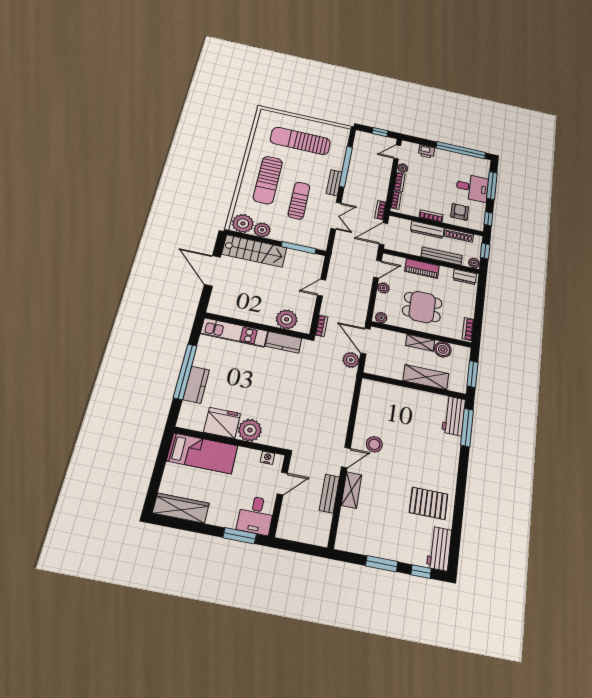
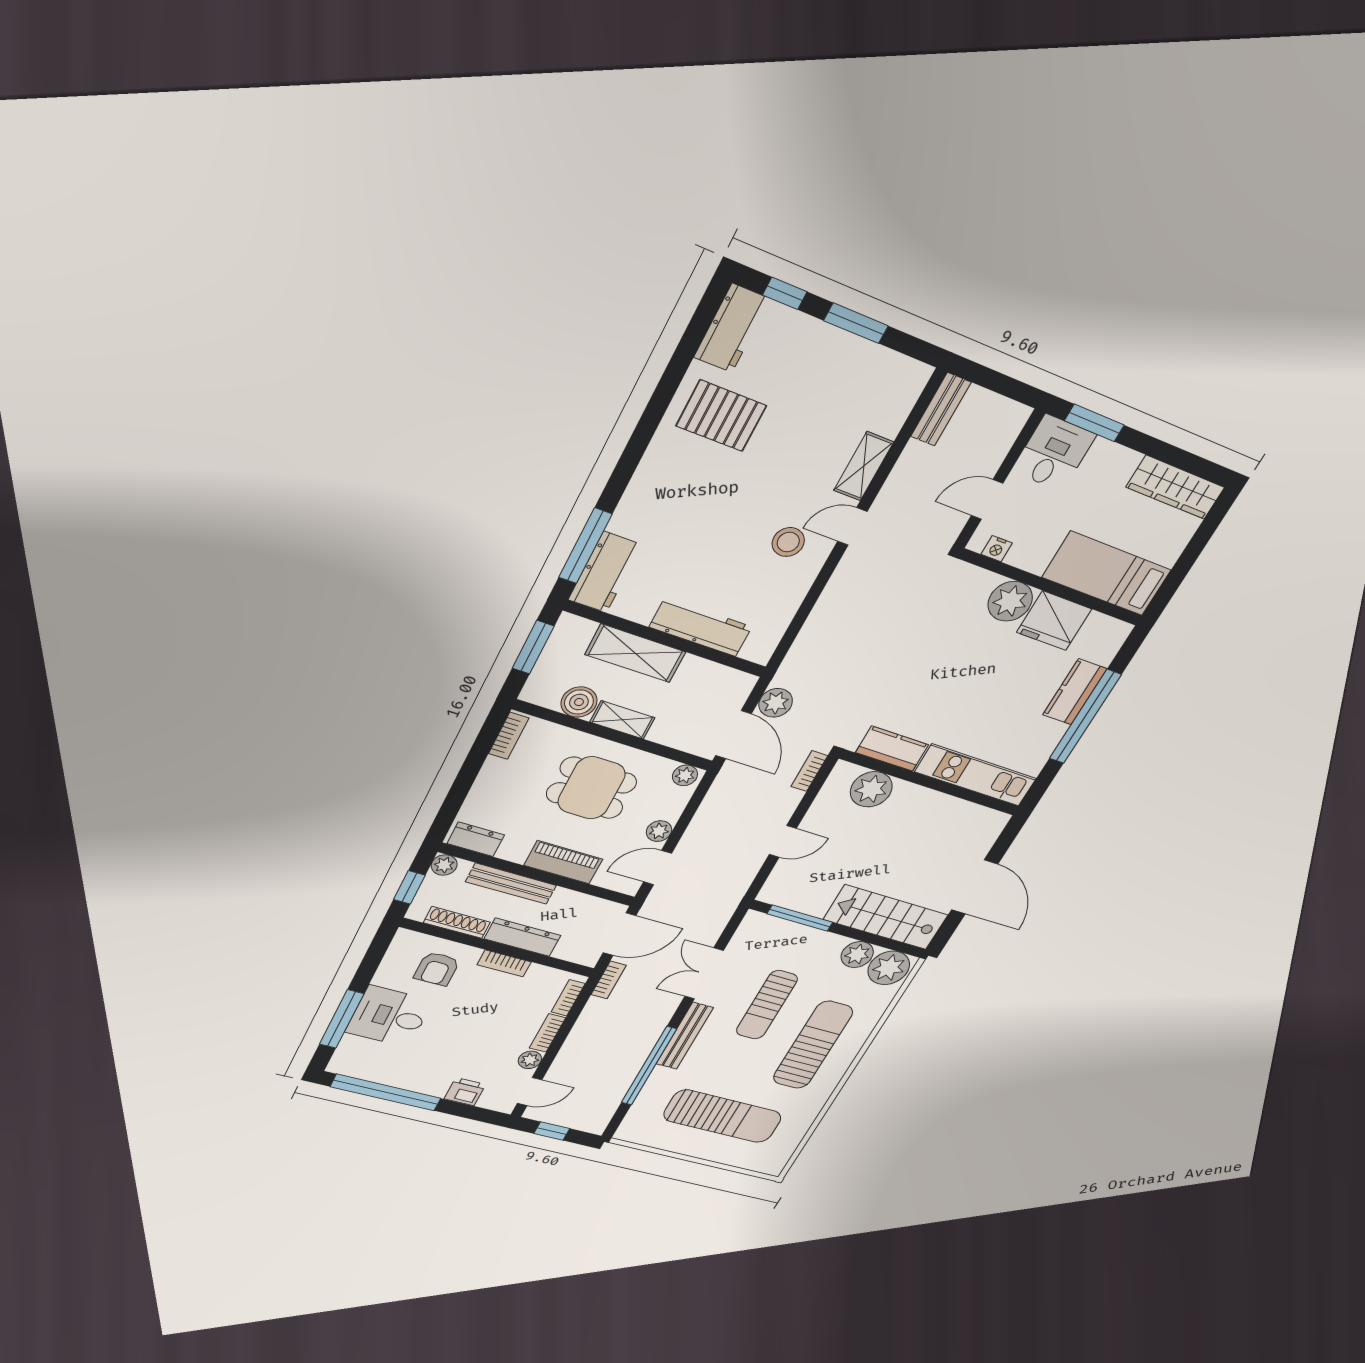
bench: (334, 183) -> (684, 1036), width x1.36
window: (488, 219) -> (376, 952), removed
workbench: (400, 395) -> (701, 627), added
bench: (329, 494) -> (941, 409), moved

